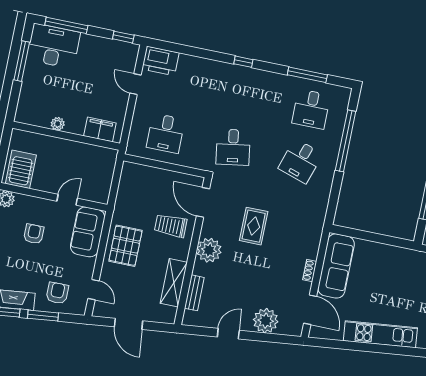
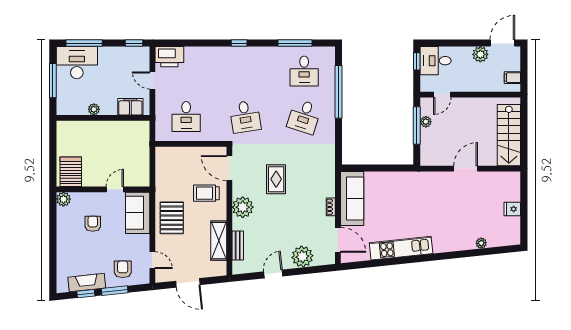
plant: (58, 124) -> (94, 109), moved
filing cabinet: (100, 129) -> (130, 107), moved
wall: (66, 136) -> (103, 118), moved

